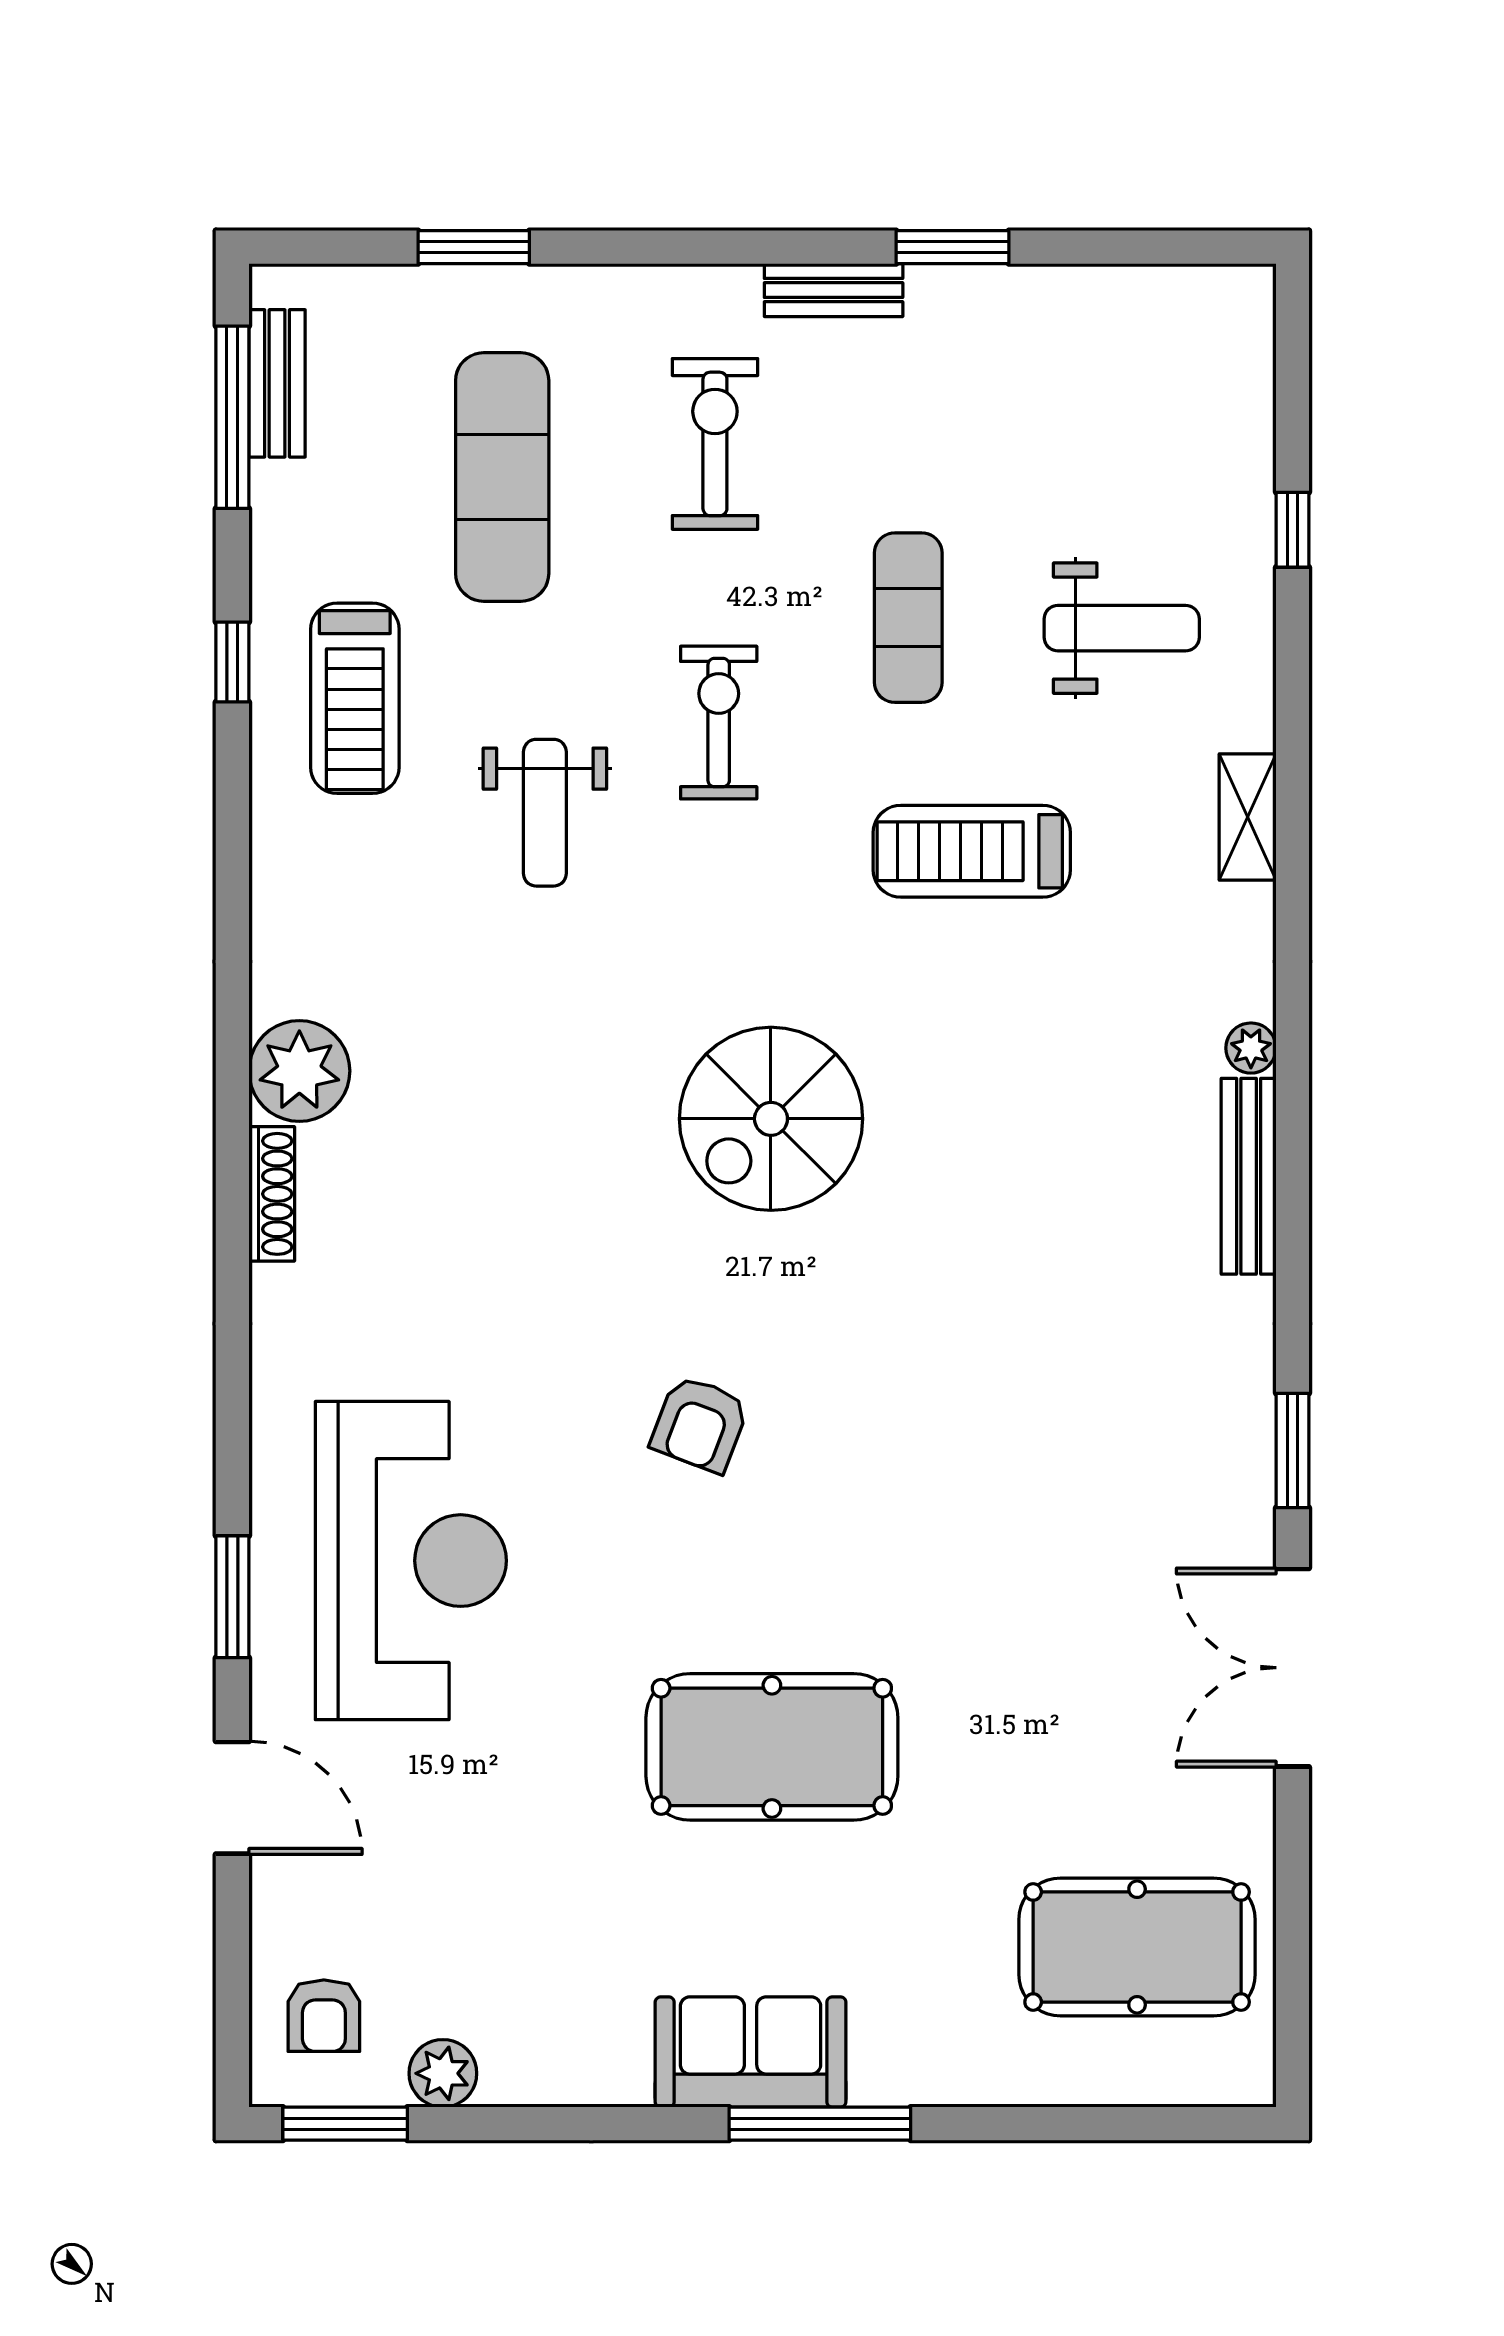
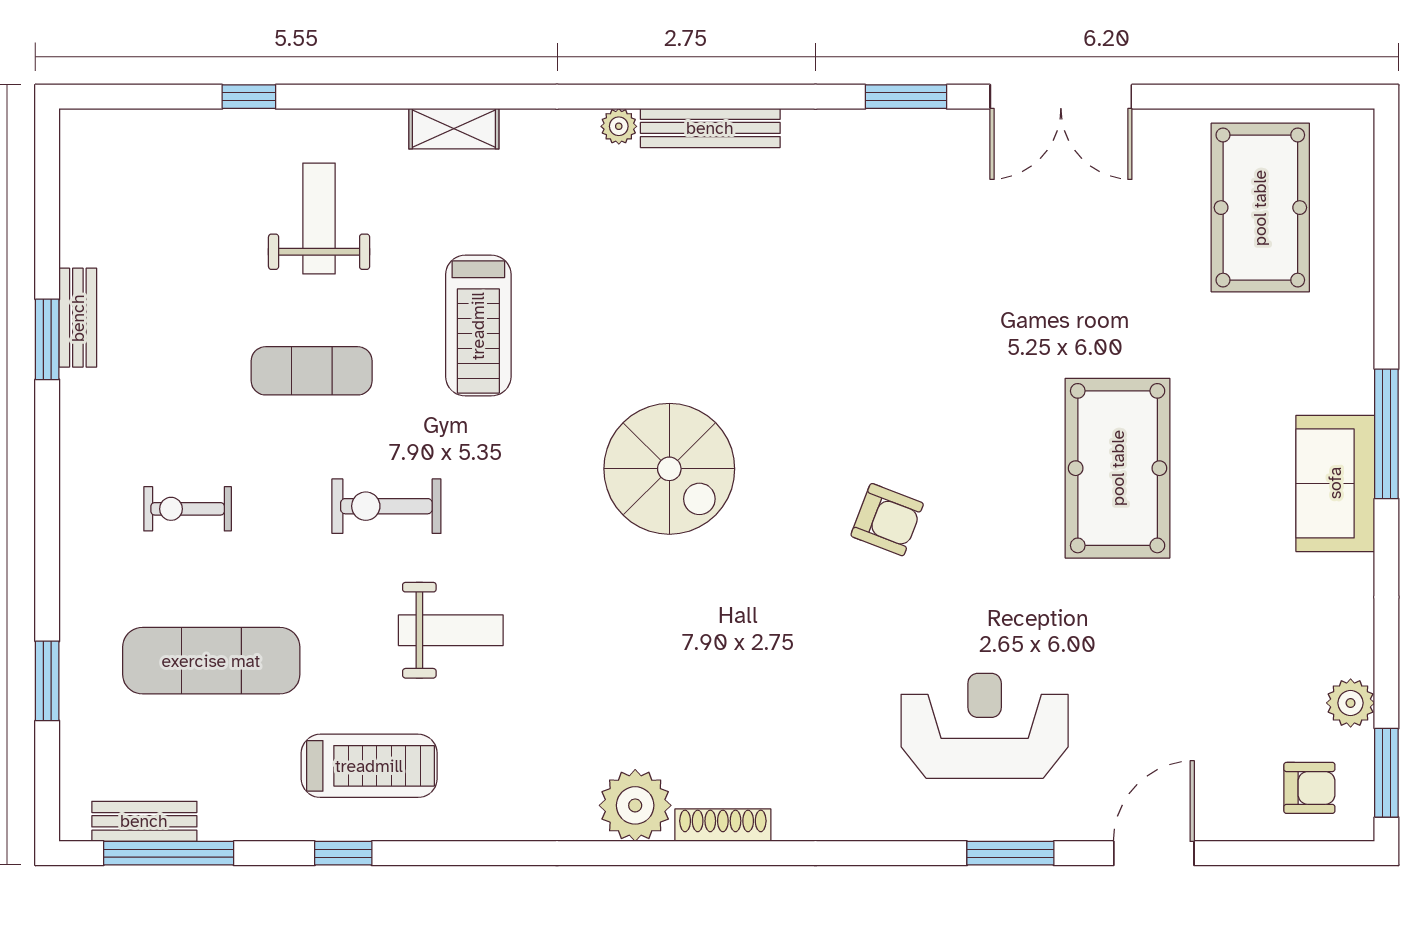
bench: (834, 290) -> (78, 318), moved
exercise bike: (715, 444) -> (188, 509), width x0.73, depth x0.72
reception desk: (411, 1561) -> (985, 726), width x0.74, depth x0.77

